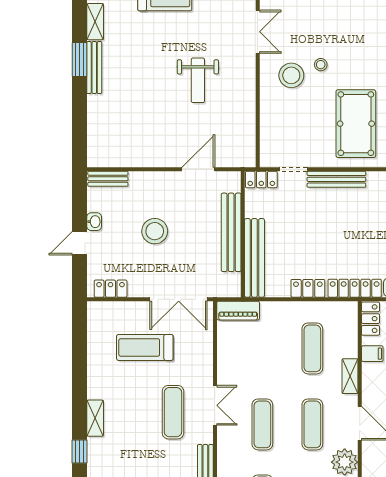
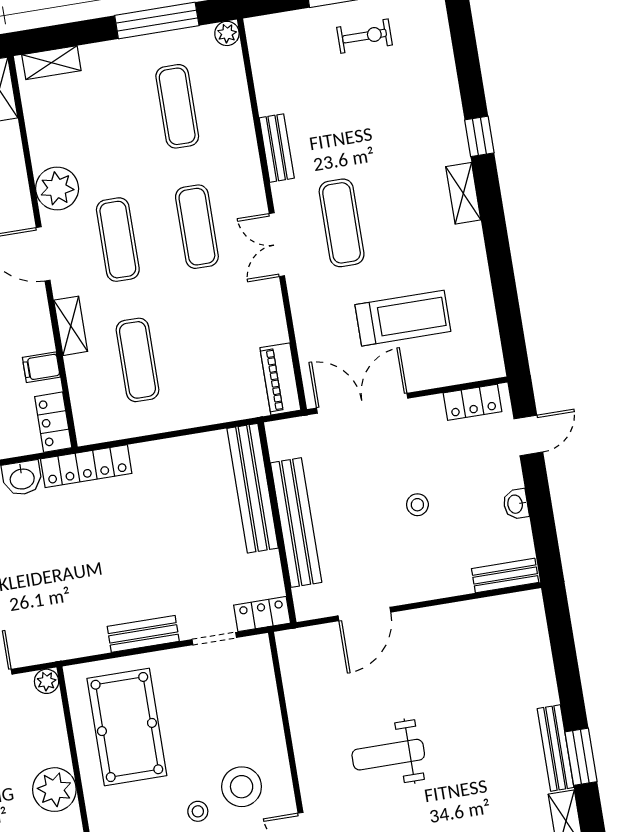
weight bench: (198, 80) -> (388, 755), turned -90
bench: (336, 179) -> (143, 634), width x0.73
stool: (155, 231) -> (417, 505), width x0.53, depth x0.53
door: (79, 243) -> (528, 435), moved
locker: (308, 288) -> (160, 454), removed
piano: (238, 311) -> (280, 379), moved, turned -90

